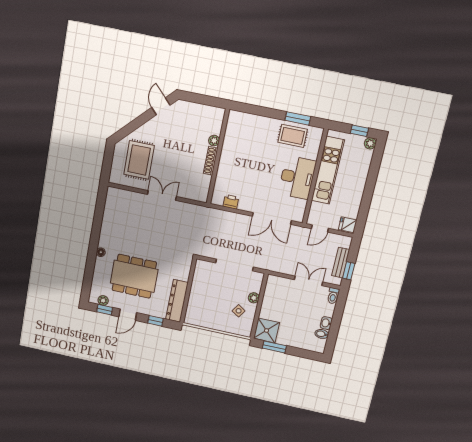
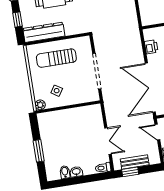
double door: (272, 218) -> (150, 88), width x1.36
plant: (254, 298) -> (40, 105), moved
sun lounger: (207, 299) -> (56, 58), added
shower: (267, 331) -> (48, 122), removed
window: (274, 347) -> (39, 151), moved

